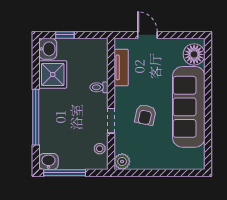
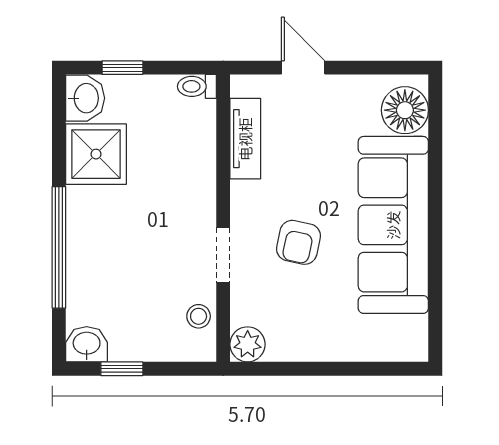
toilet: (99, 87) -> (197, 86), moved
window: (65, 173) -> (122, 369), width x0.46

